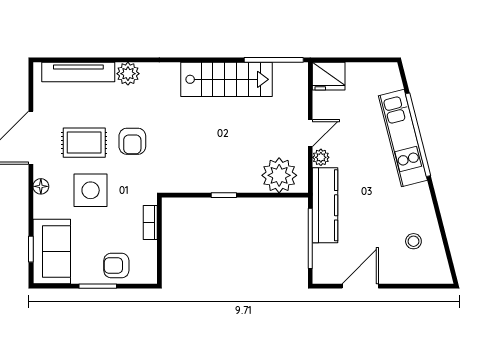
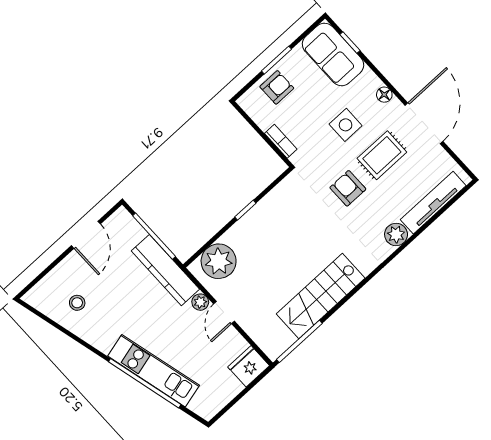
side table: (91, 190) -> (346, 125), width x0.73, depth x0.73

